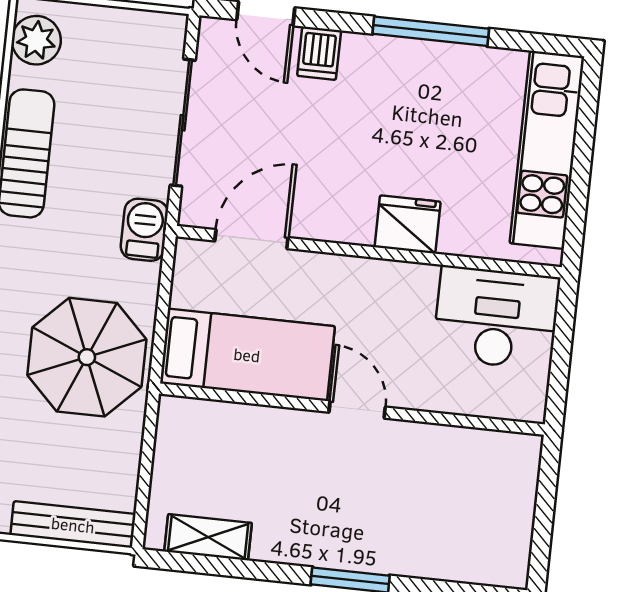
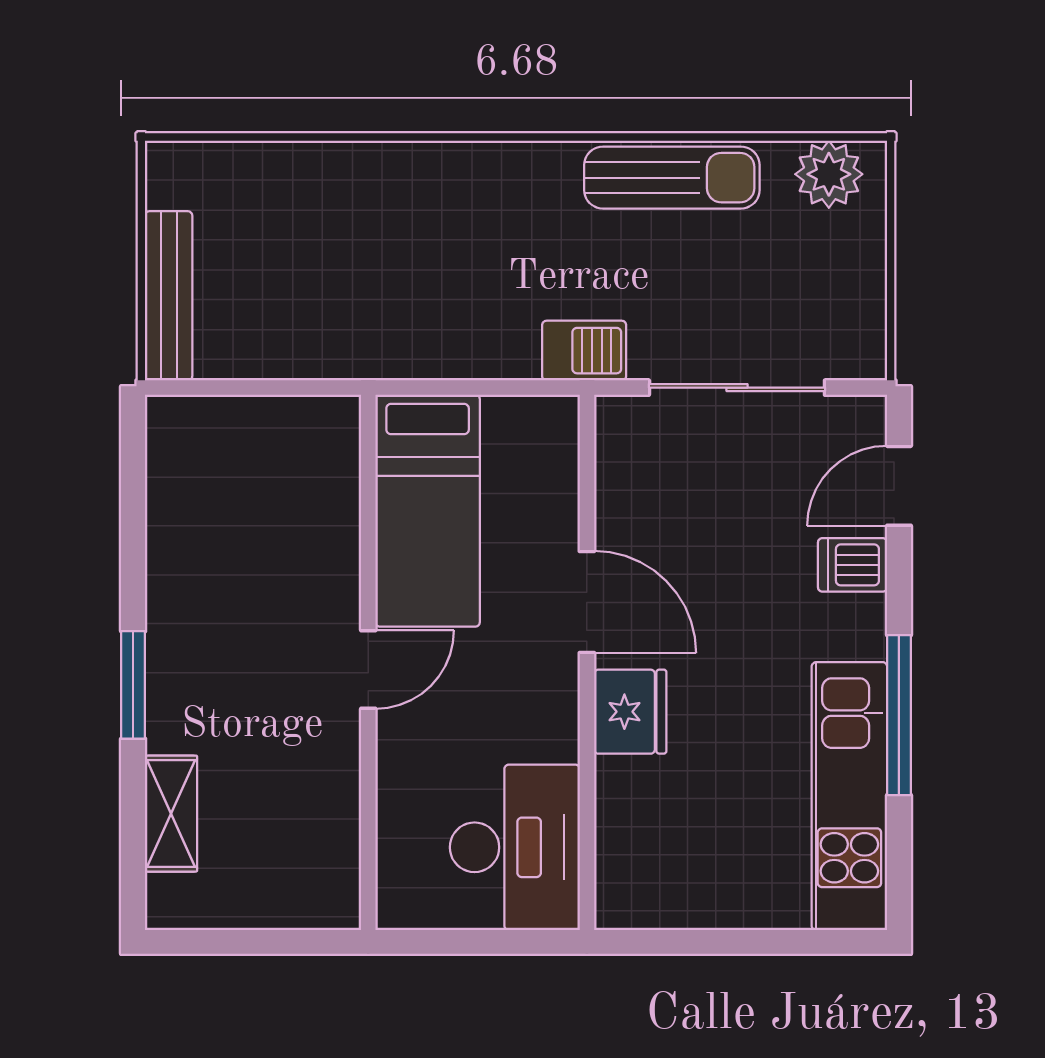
kitchen unit: (547, 150) -> (849, 796), moved, turned -90
door: (251, 239) -> (587, 602), moved
parasol: (87, 357) -> (401, 290), removed
shelving: (208, 537) -> (171, 814), moved

